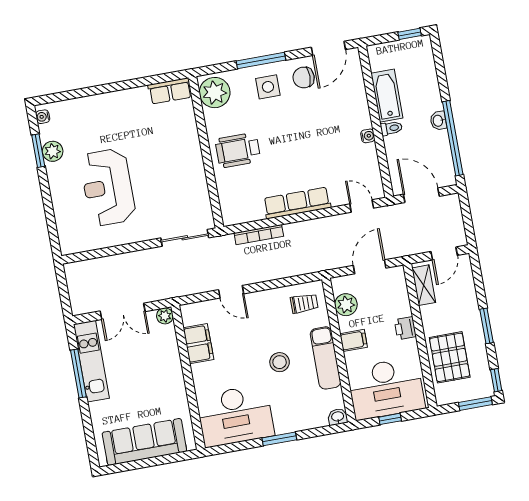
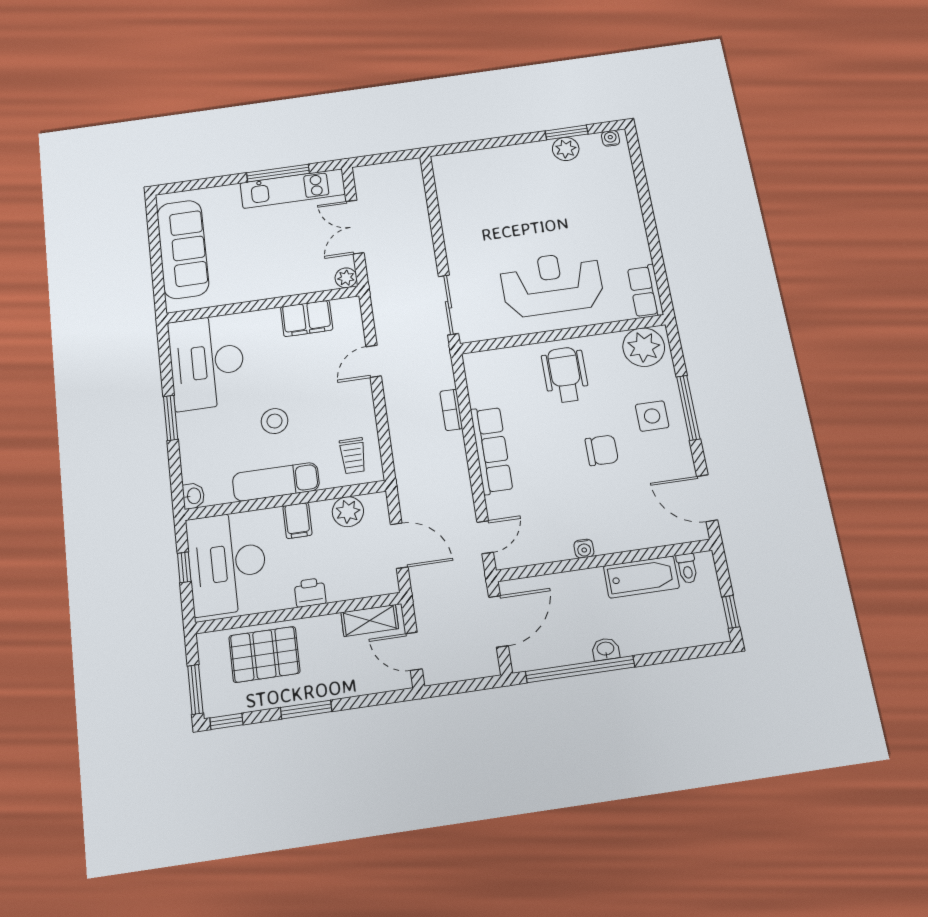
chair: (304, 77) -> (602, 450), moved, turned 90
toilet: (391, 128) -> (687, 568), moved
reception desk: (108, 187) -> (552, 284), moved
bookcase: (259, 235) -> (451, 410), width x0.64

